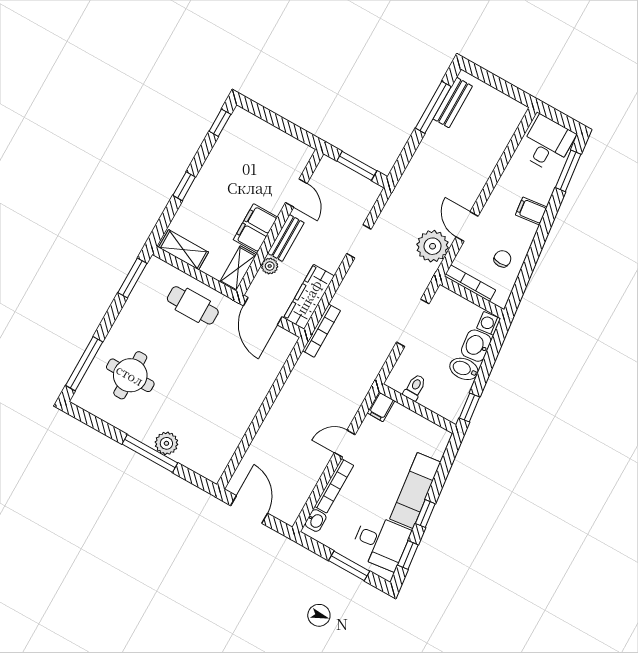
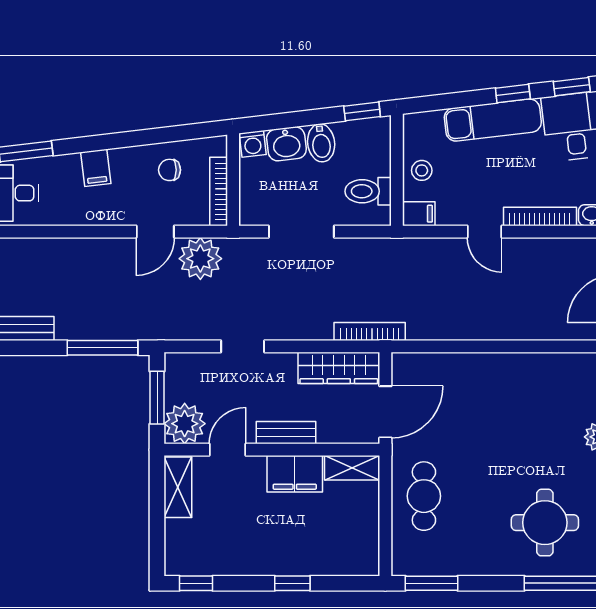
window: (433, 107) -> (102, 348), moved
shelving: (183, 250) -> (178, 487), moved
plant: (270, 266) -> (185, 424), moved, width x1.87, depth x1.87
toilet: (415, 387) -> (368, 191), width x1.37, depth x1.39
stool: (408, 425) -> (422, 170), added

